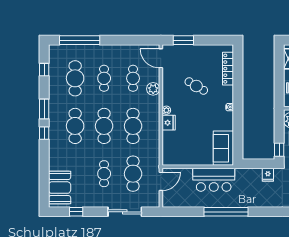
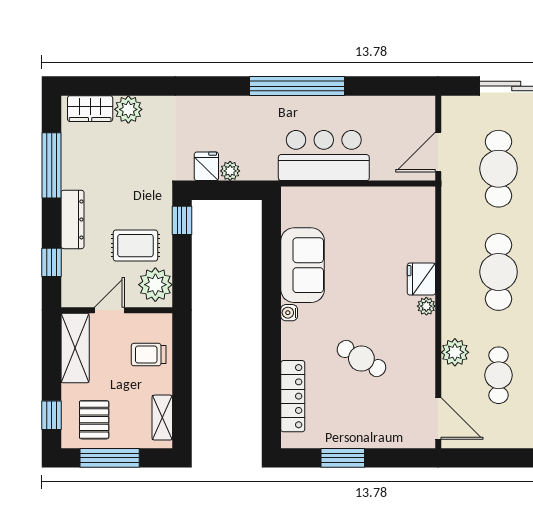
window: (183, 40) -> (343, 458), moved
sofa: (223, 148) -> (303, 265), moved
plant: (257, 173) -> (230, 171), added

